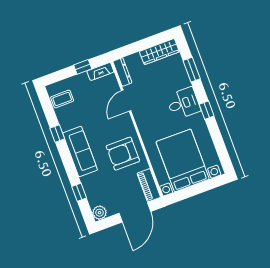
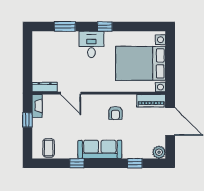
wardrobe: (159, 52) -> (39, 48), removed
armchair: (123, 154) -> (115, 113), width x0.53, depth x0.53

